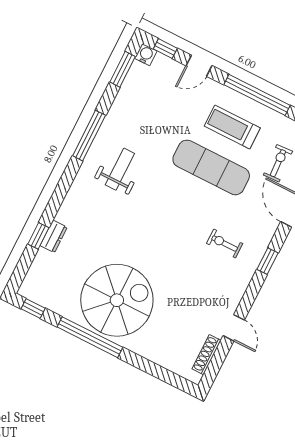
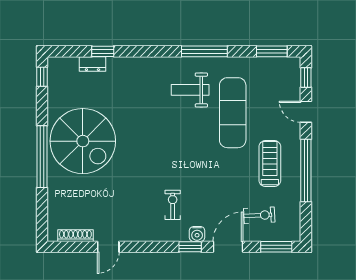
water cooler: (146, 55) -> (197, 234), moved, turned 90
exercise mat: (211, 167) -> (233, 113), moved
weight bench: (120, 169) -> (190, 90), turned 180
dresser: (54, 236) -> (92, 64), moved
window: (268, 261) -> (190, 247), moved
window: (90, 337) -> (42, 157), moved

